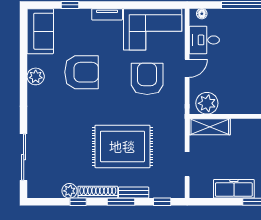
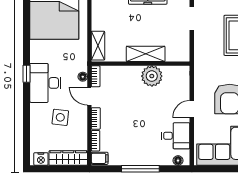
plant: (207, 103) -> (152, 76), moved
shelving: (210, 127) -> (146, 54), moved

